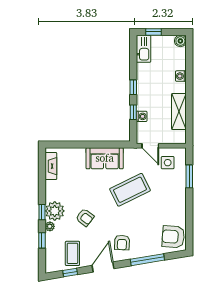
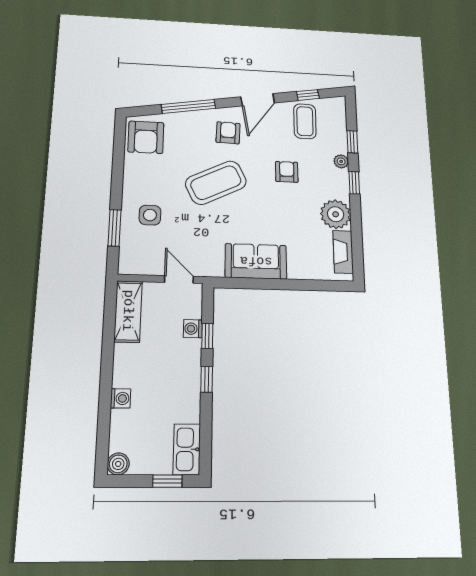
shelving: (179, 112) -> (128, 311), moved
side table: (168, 163) -> (150, 215), moved
coffee table: (130, 190) -> (216, 183), moved
plant: (55, 211) -> (336, 214), moved
armchair: (85, 217) -> (287, 172), turned 53
armchair: (173, 237) -> (146, 137), turned 86

